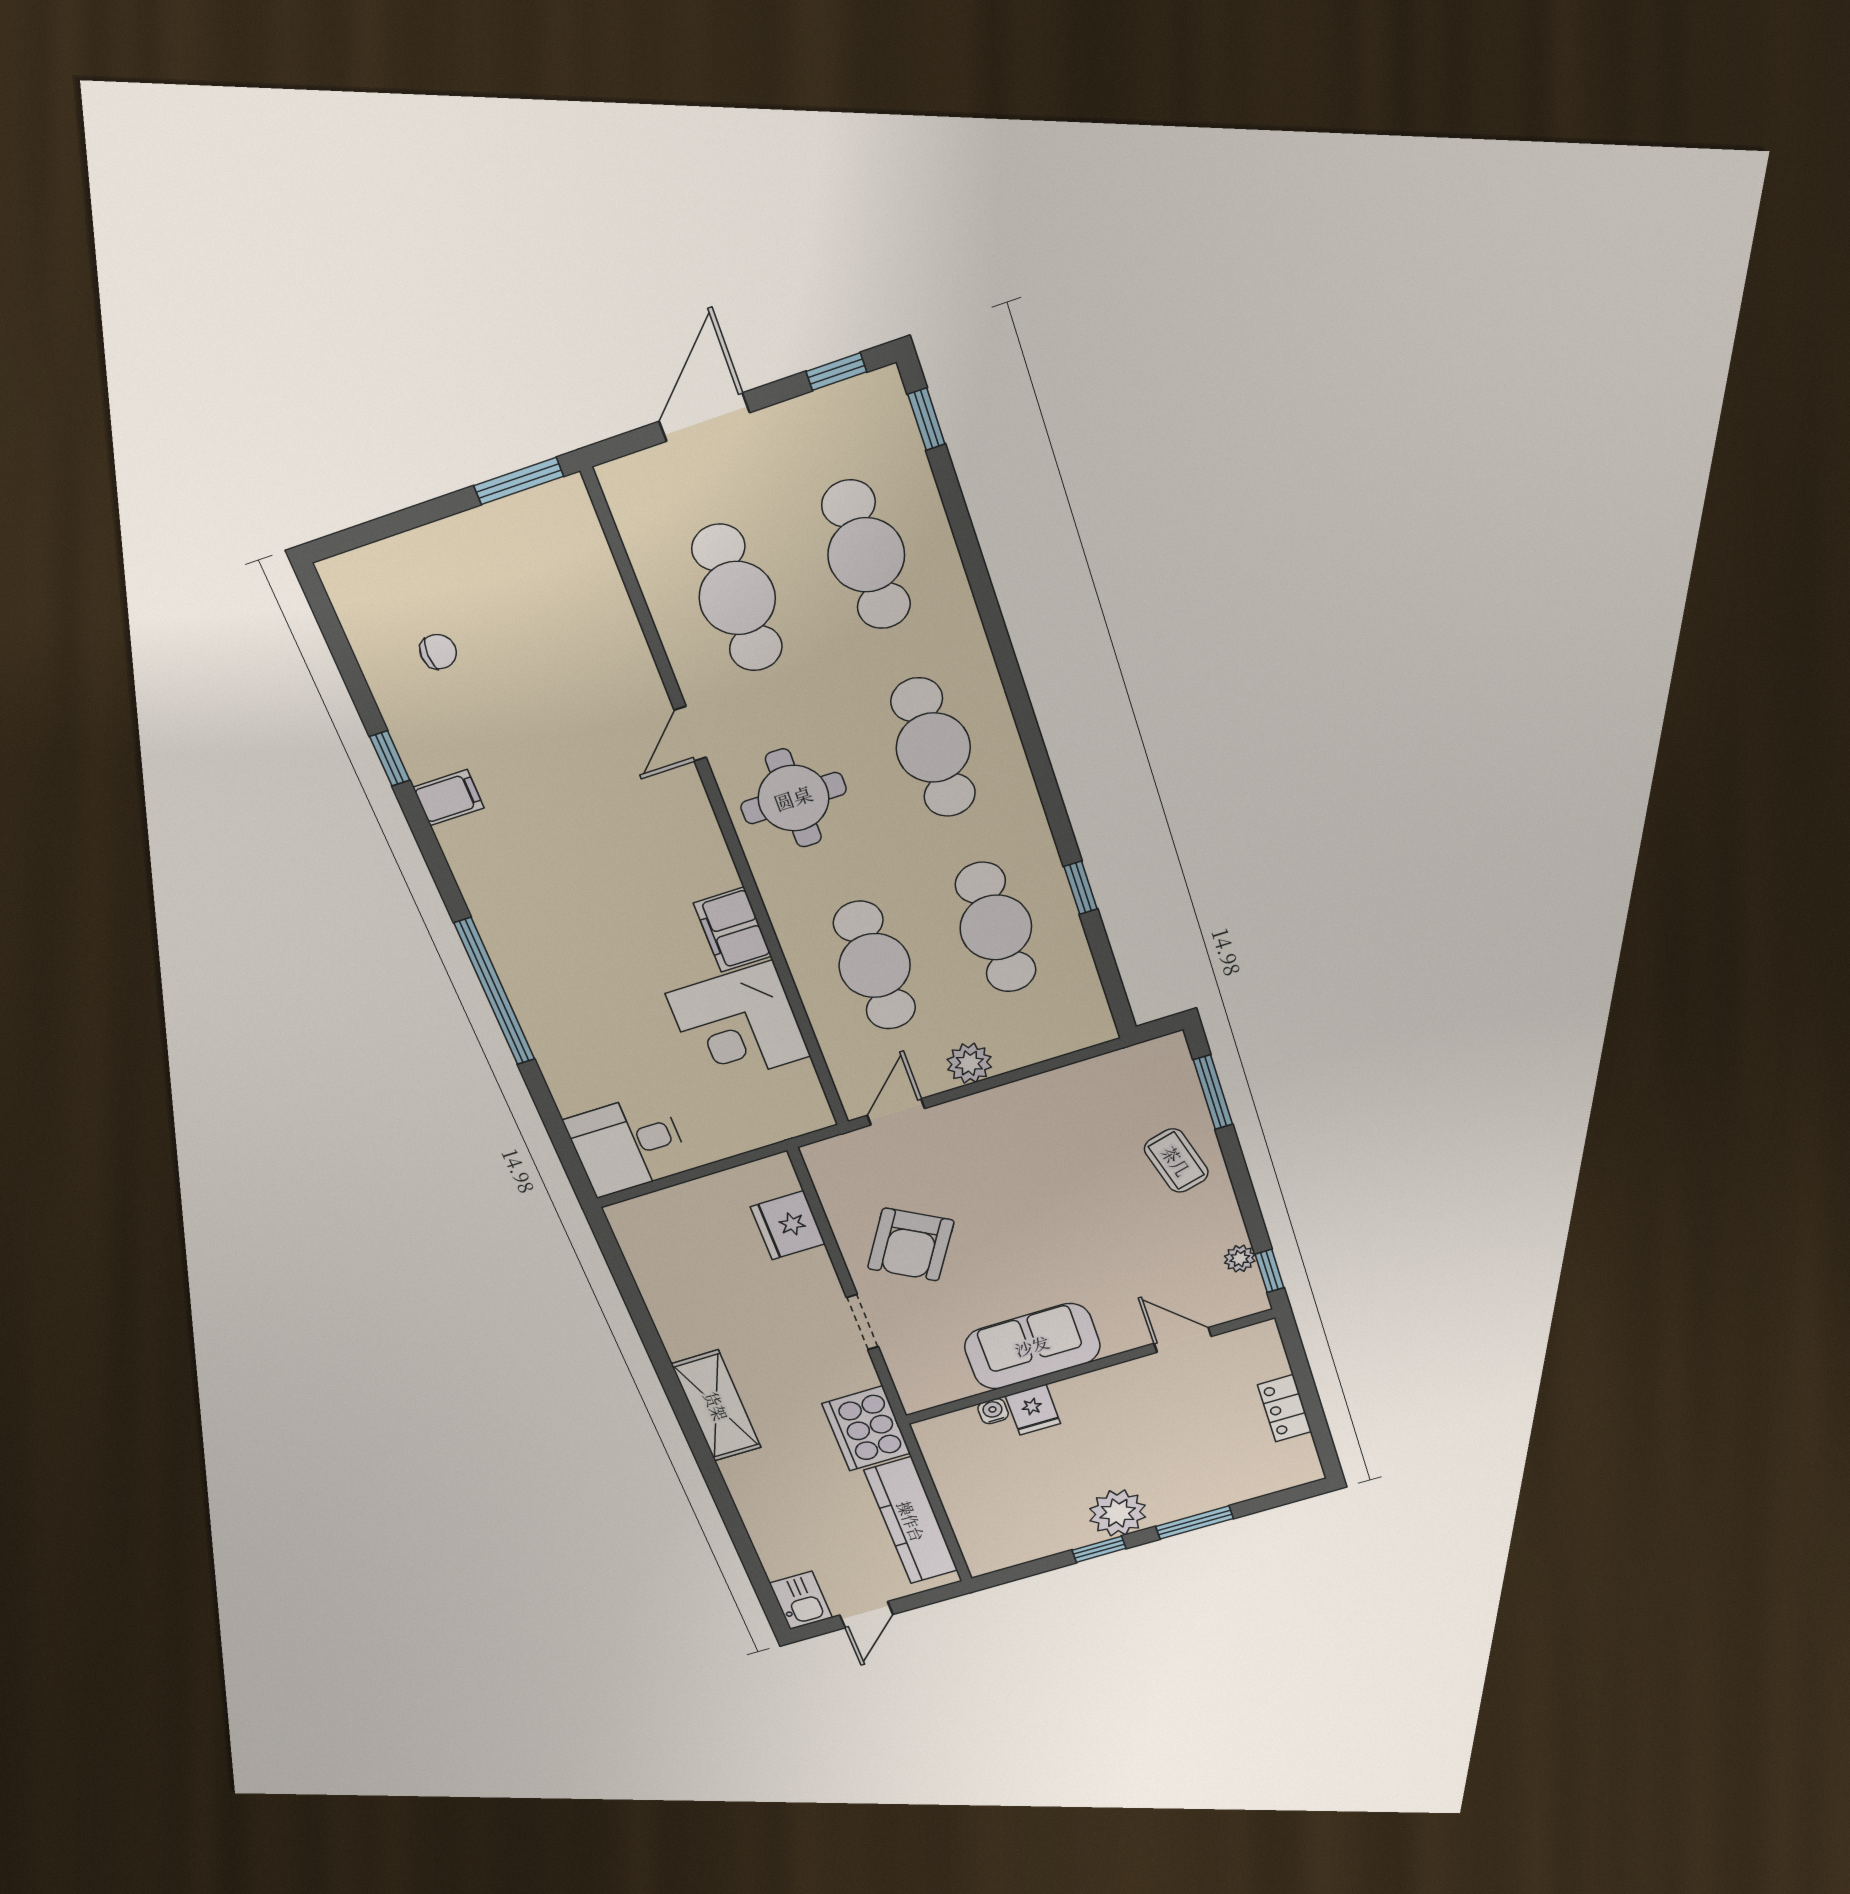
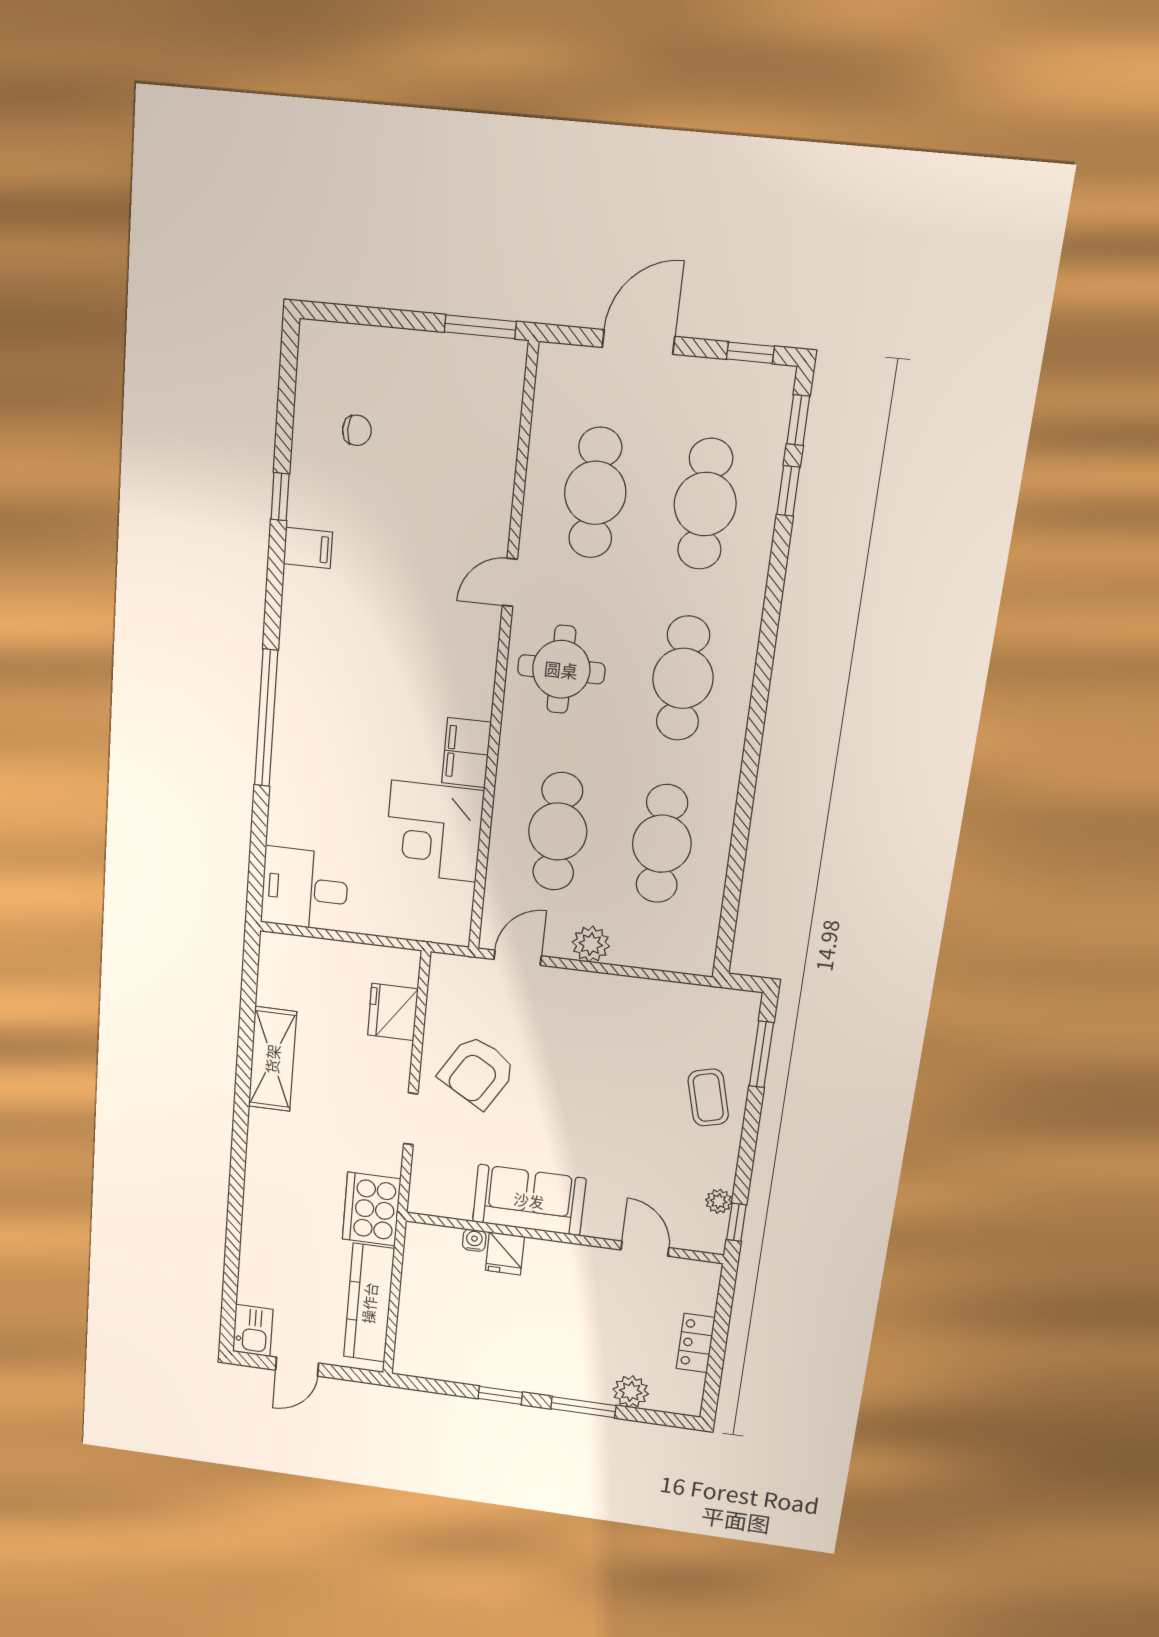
window: (1081, 888) -> (788, 491), moved
shelving: (716, 1406) -> (272, 1059), moved
plant: (1118, 1513) -> (631, 1392), moved, width x0.73, depth x0.73

